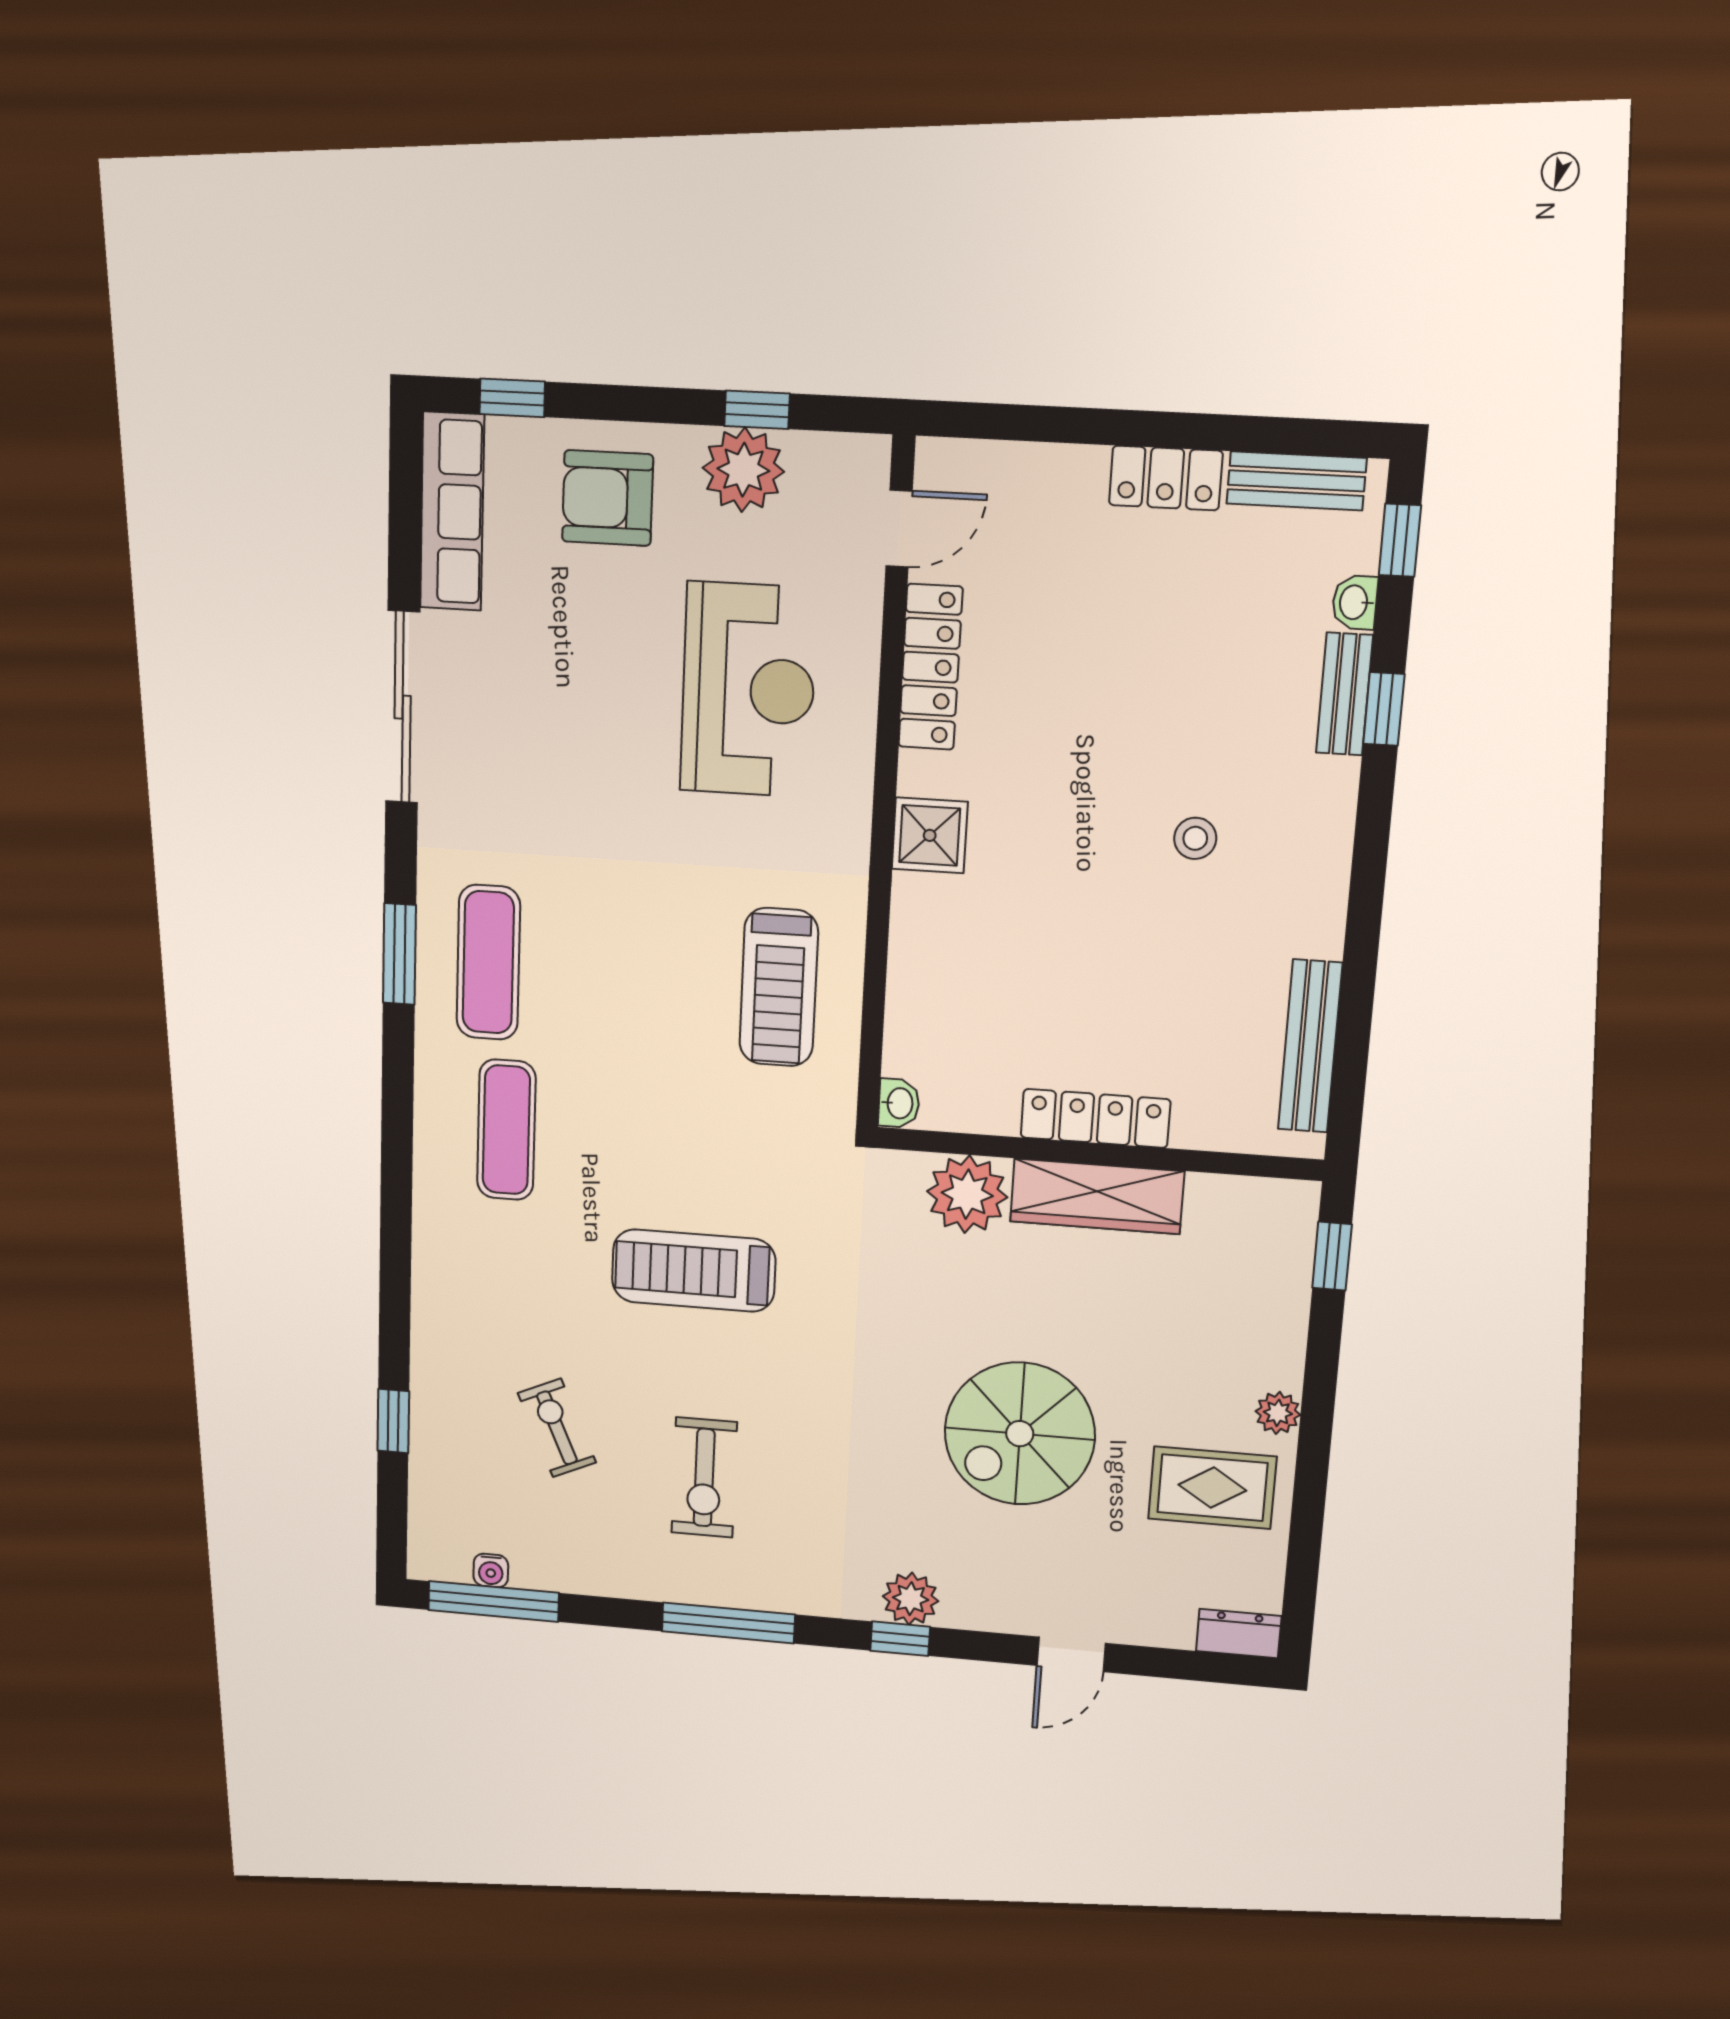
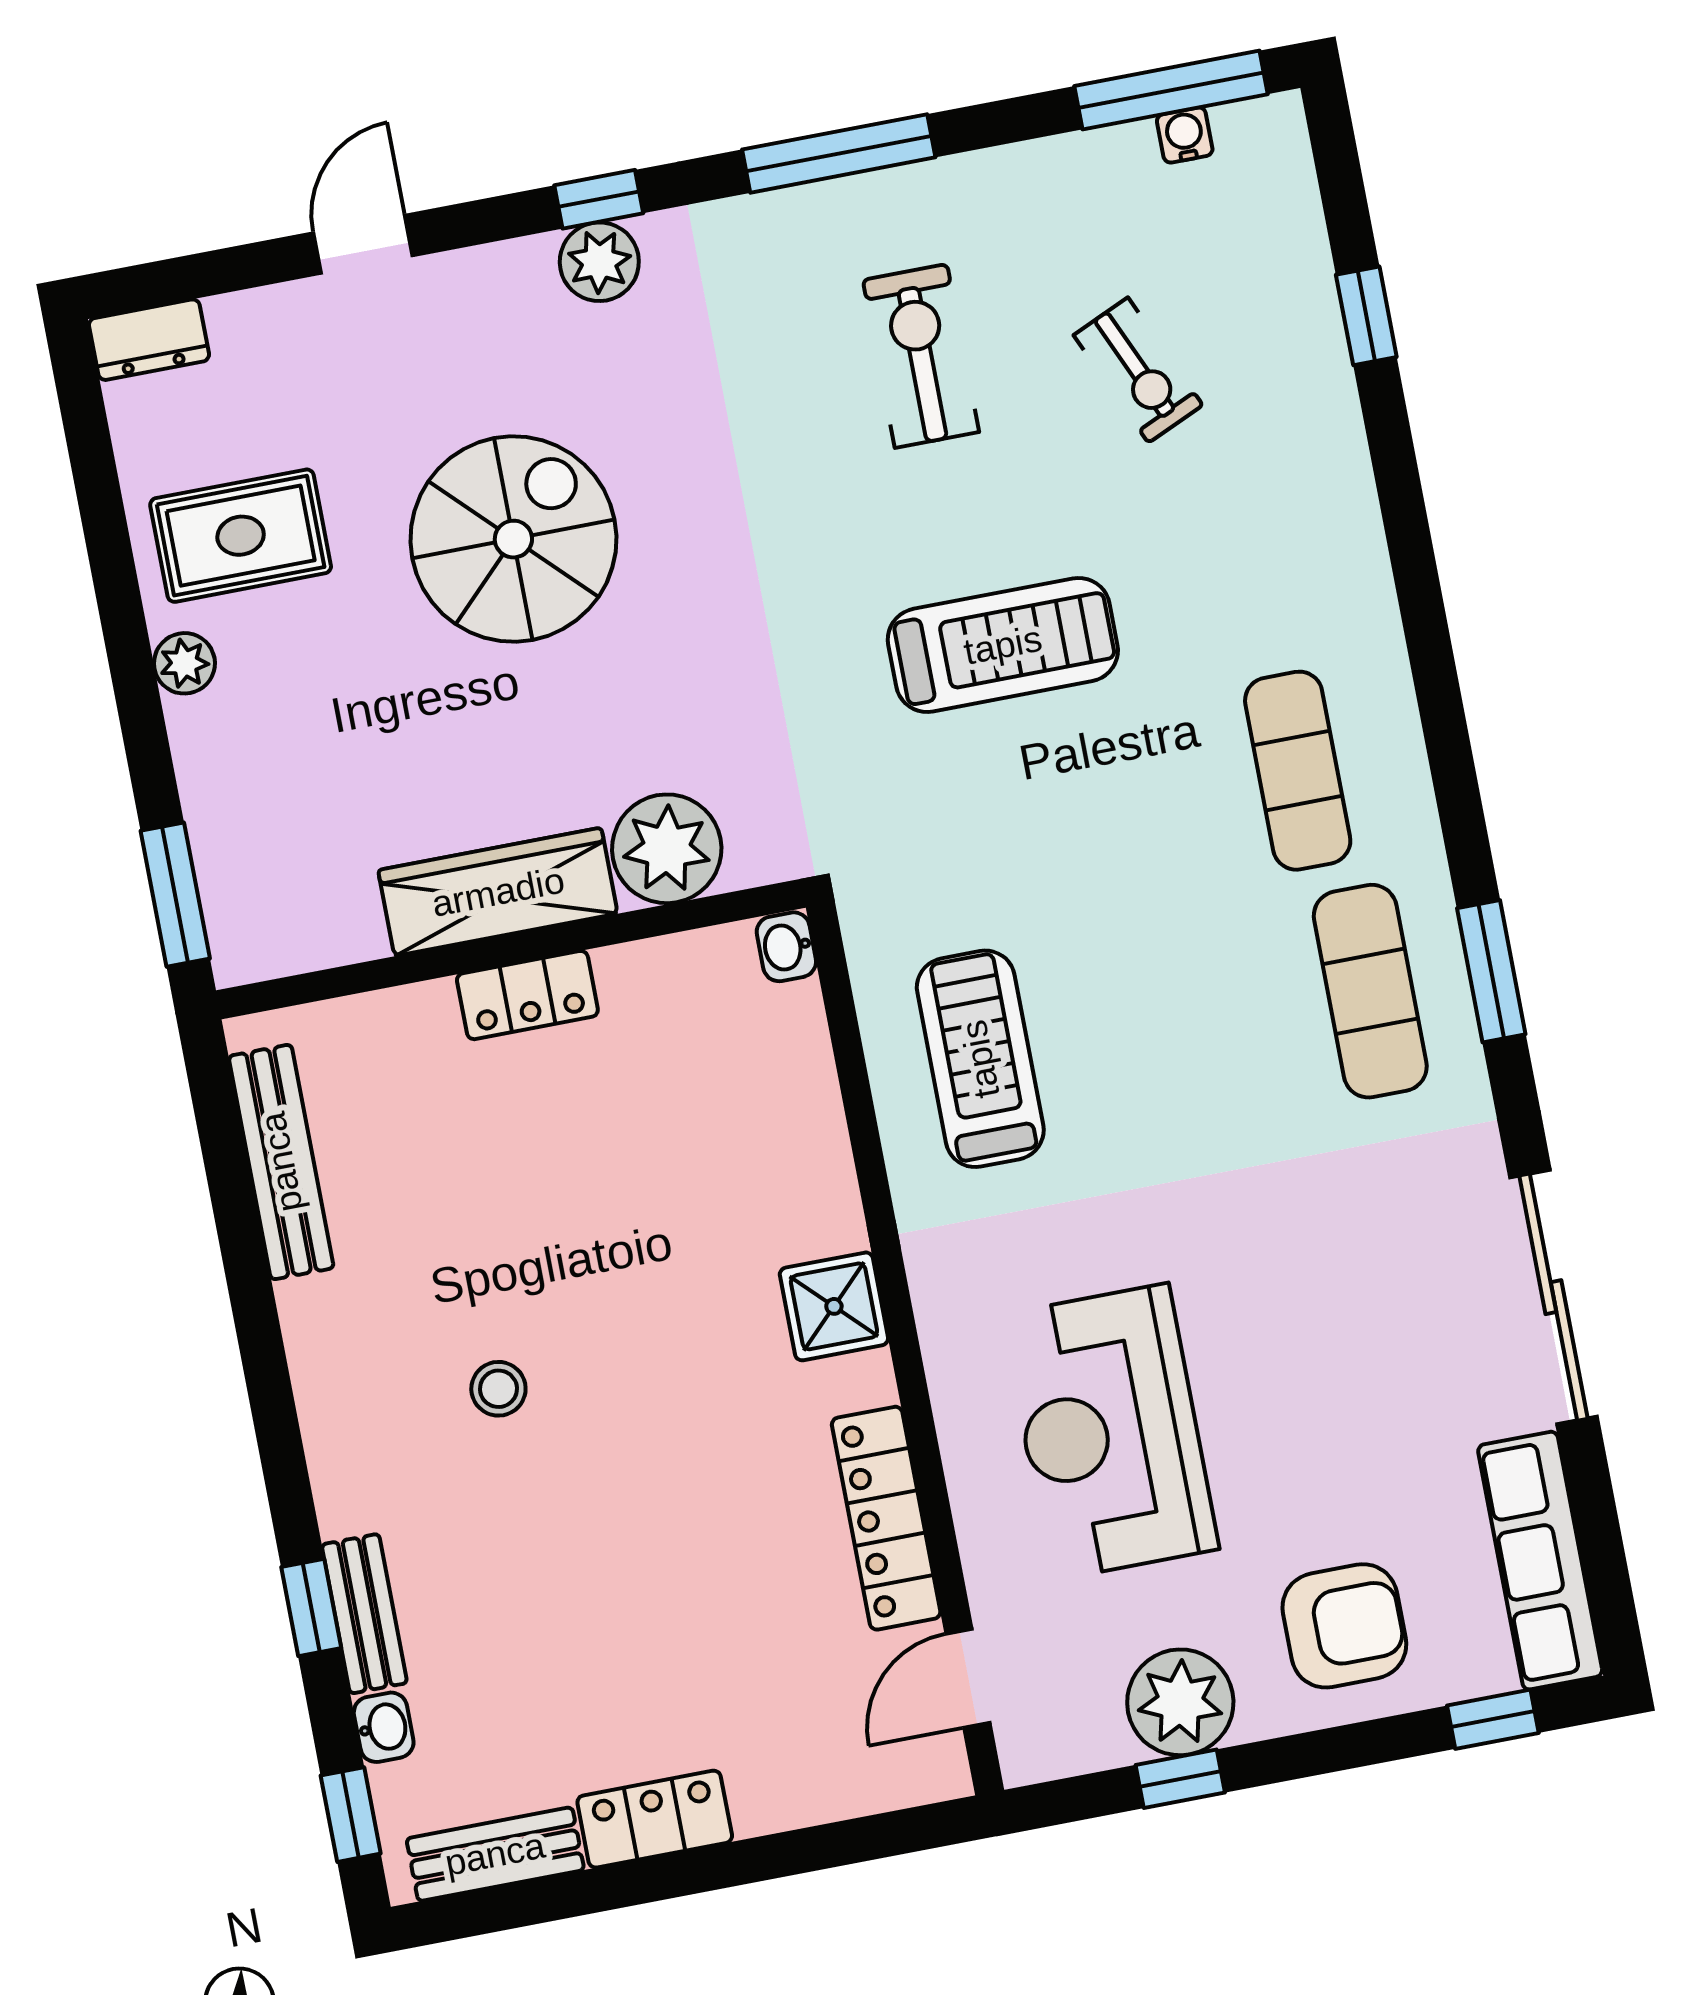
locker: (1095, 1118) -> (527, 995), width x0.66
window: (1332, 1256) -> (175, 895), width x1.50

